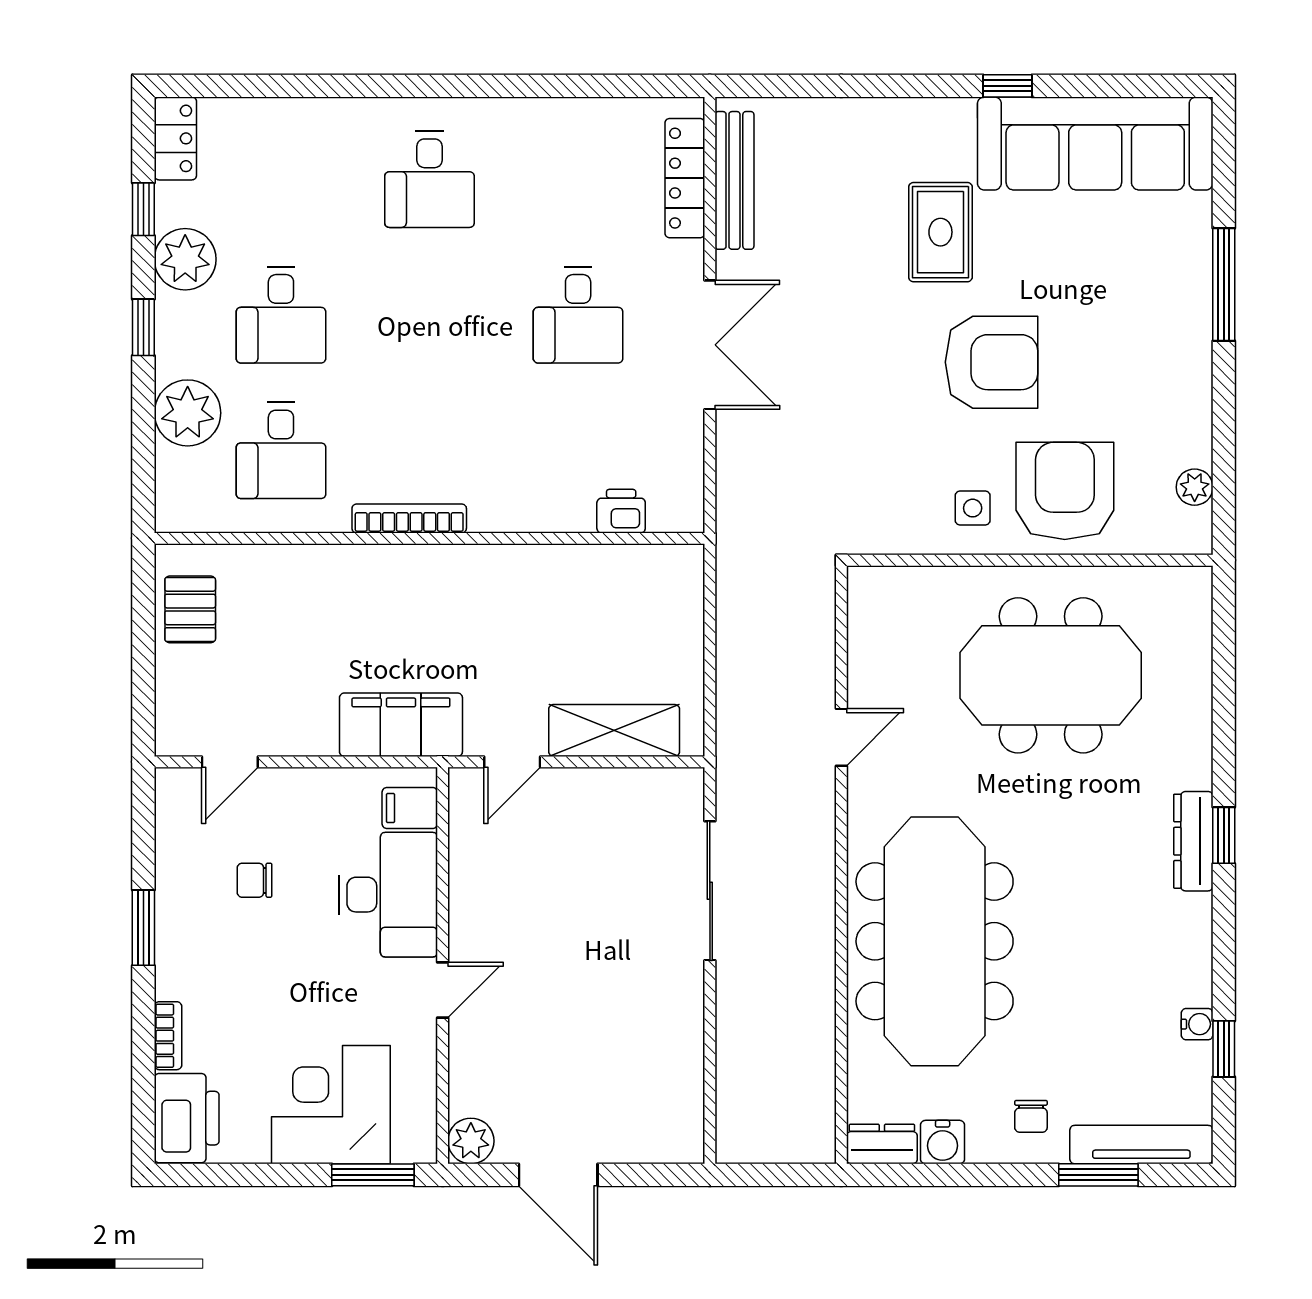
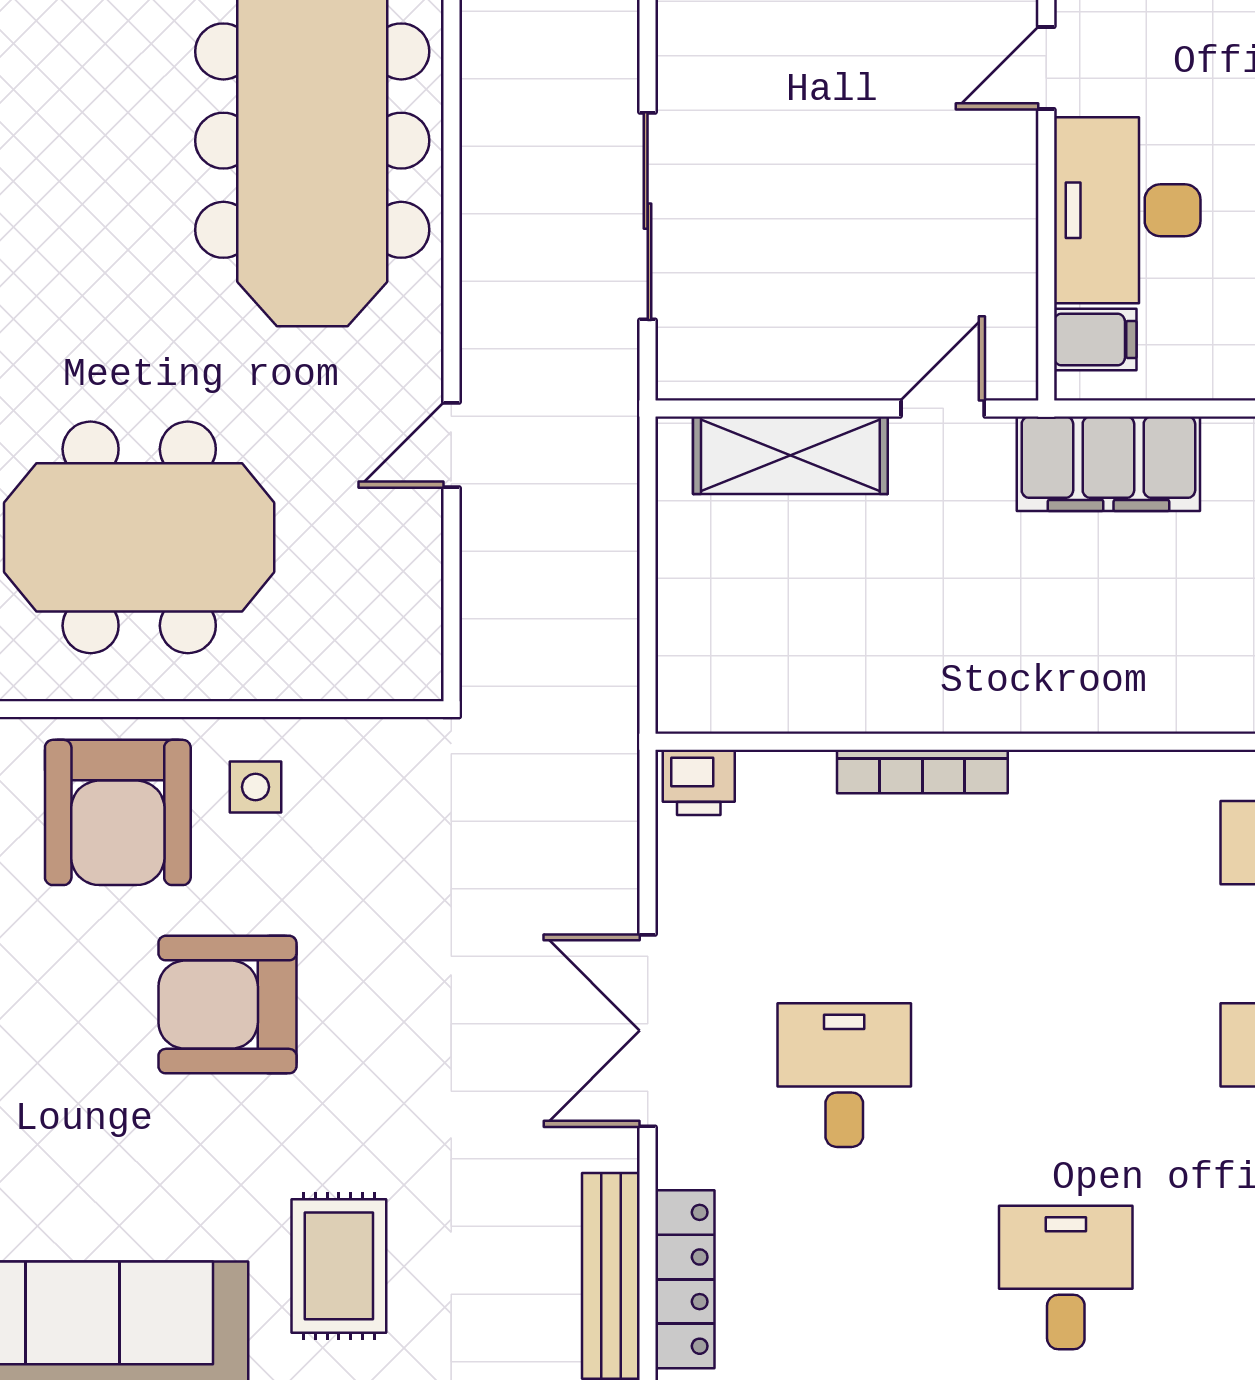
rug: (940, 232) -> (339, 1266), moved
printer: (621, 511) -> (699, 782), moved
bookcase: (409, 518) -> (922, 771), moved

